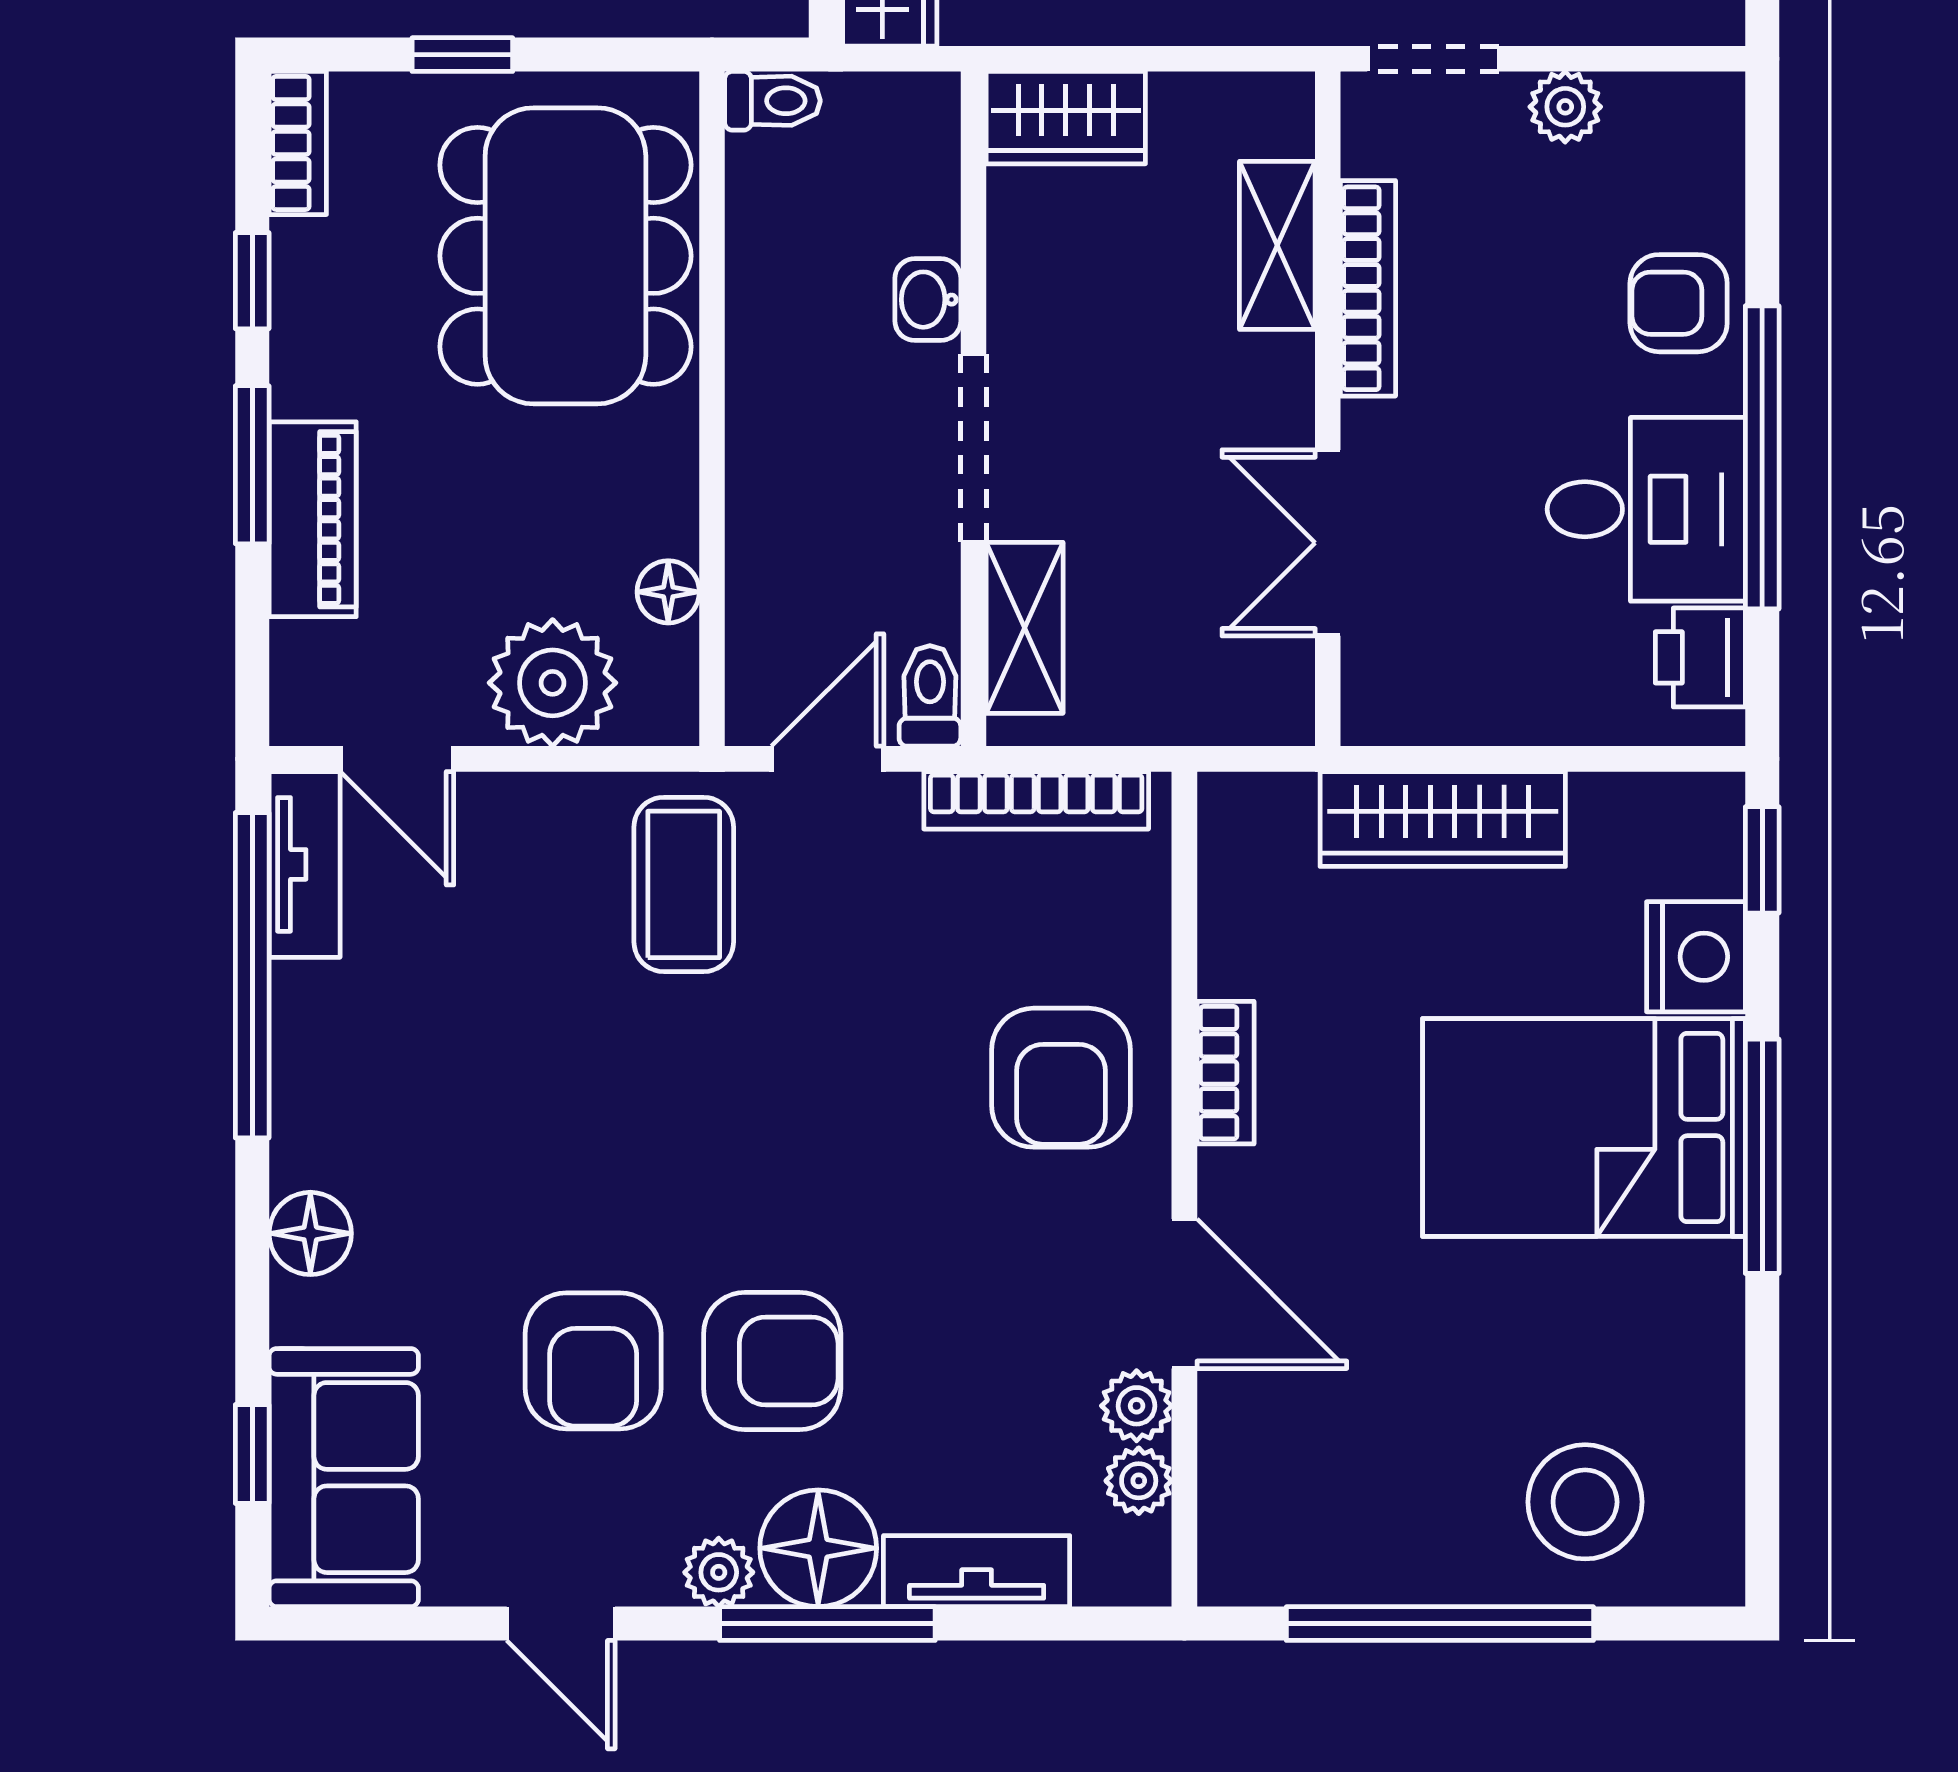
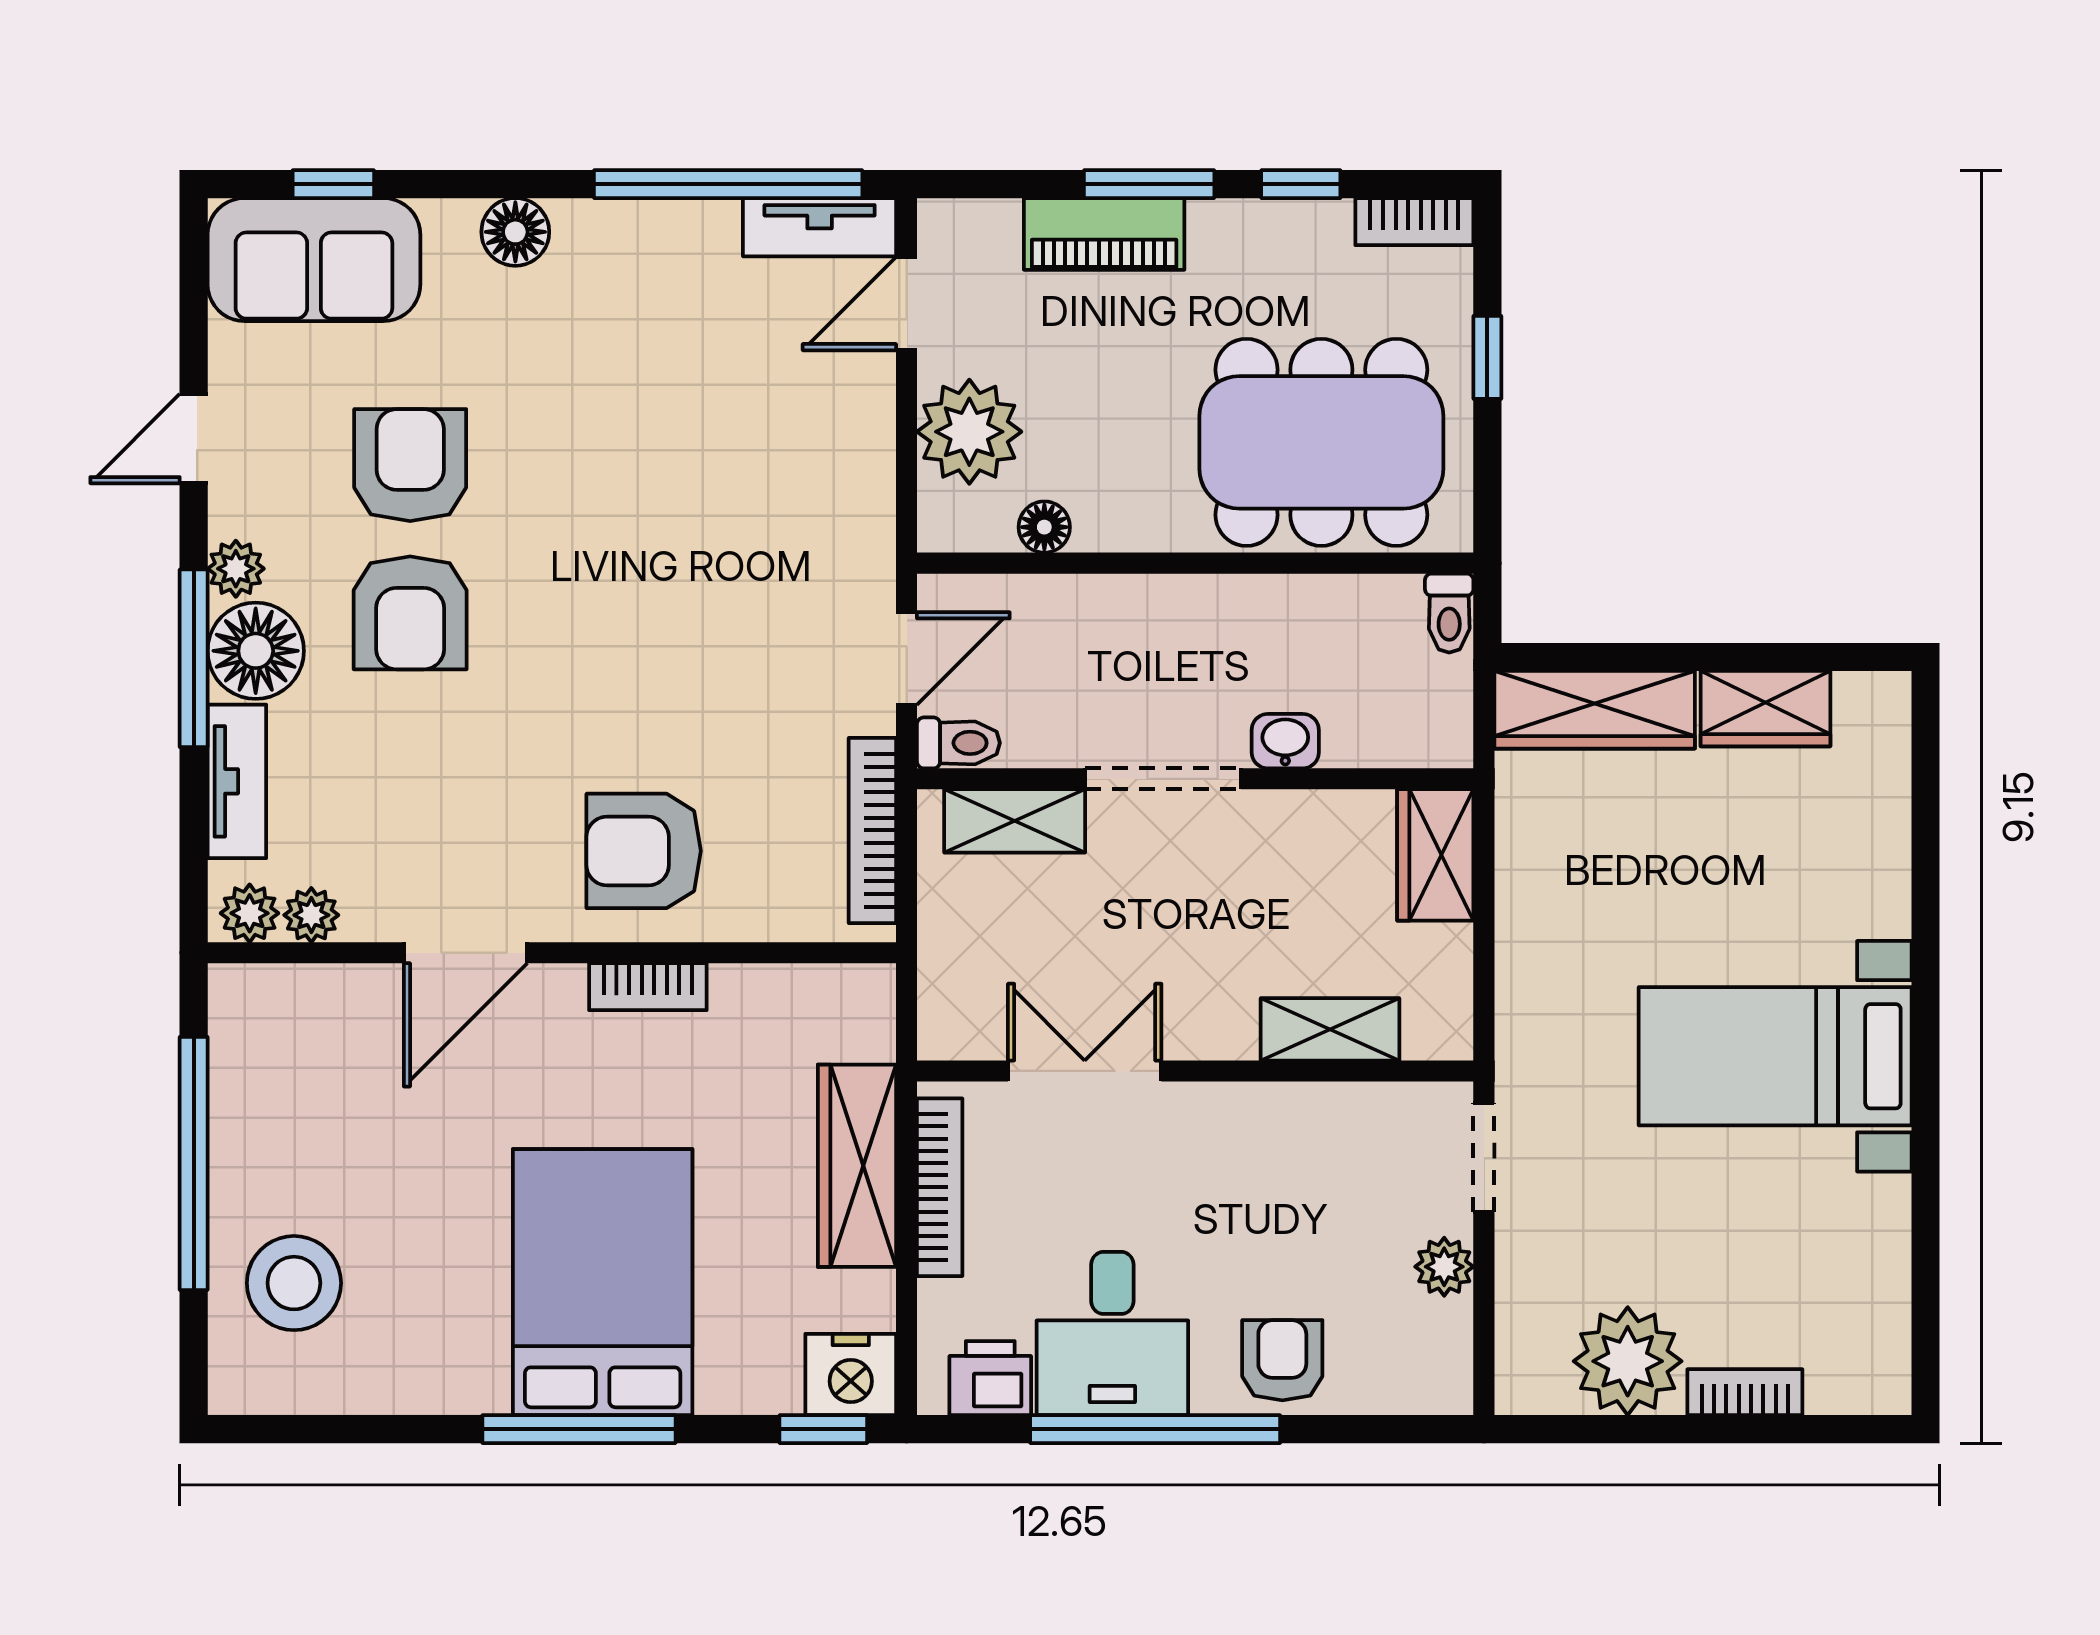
bookcase: (1368, 288) -> (940, 1187), moved, turned -90
door: (828, 759) -> (907, 658), hinge flipped
coffee table: (684, 884) -> (803, 540), removed
nightstand: (1696, 957) -> (851, 1375), moved
armchair: (593, 1361) -> (410, 465), turned 90
plant: (1137, 1406) -> (250, 913), moved

